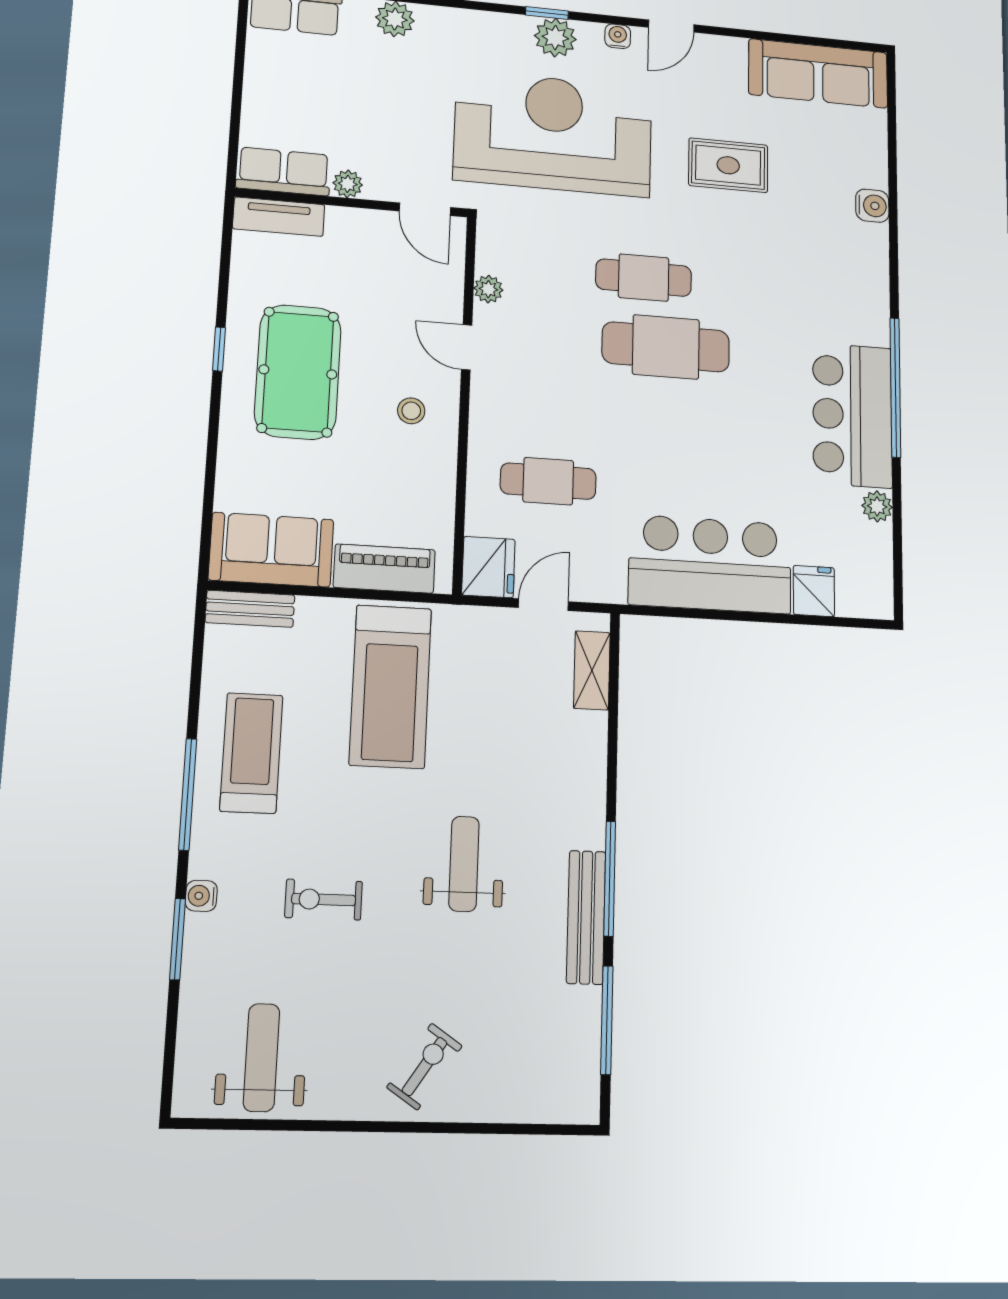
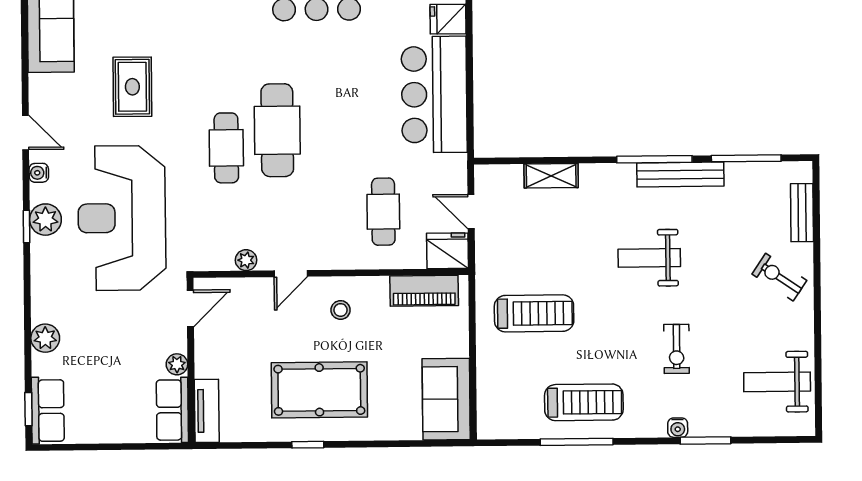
piano: (384, 569) -> (424, 291), moved, turned -90
bench: (250, 609) -> (802, 213), moved
shelving: (592, 670) -> (551, 176), moved
treadmill: (390, 686) -> (534, 313), width x0.73, depth x0.73
treadmill: (251, 753) -> (584, 402), turned 180
window: (188, 794) -> (577, 442), moved

